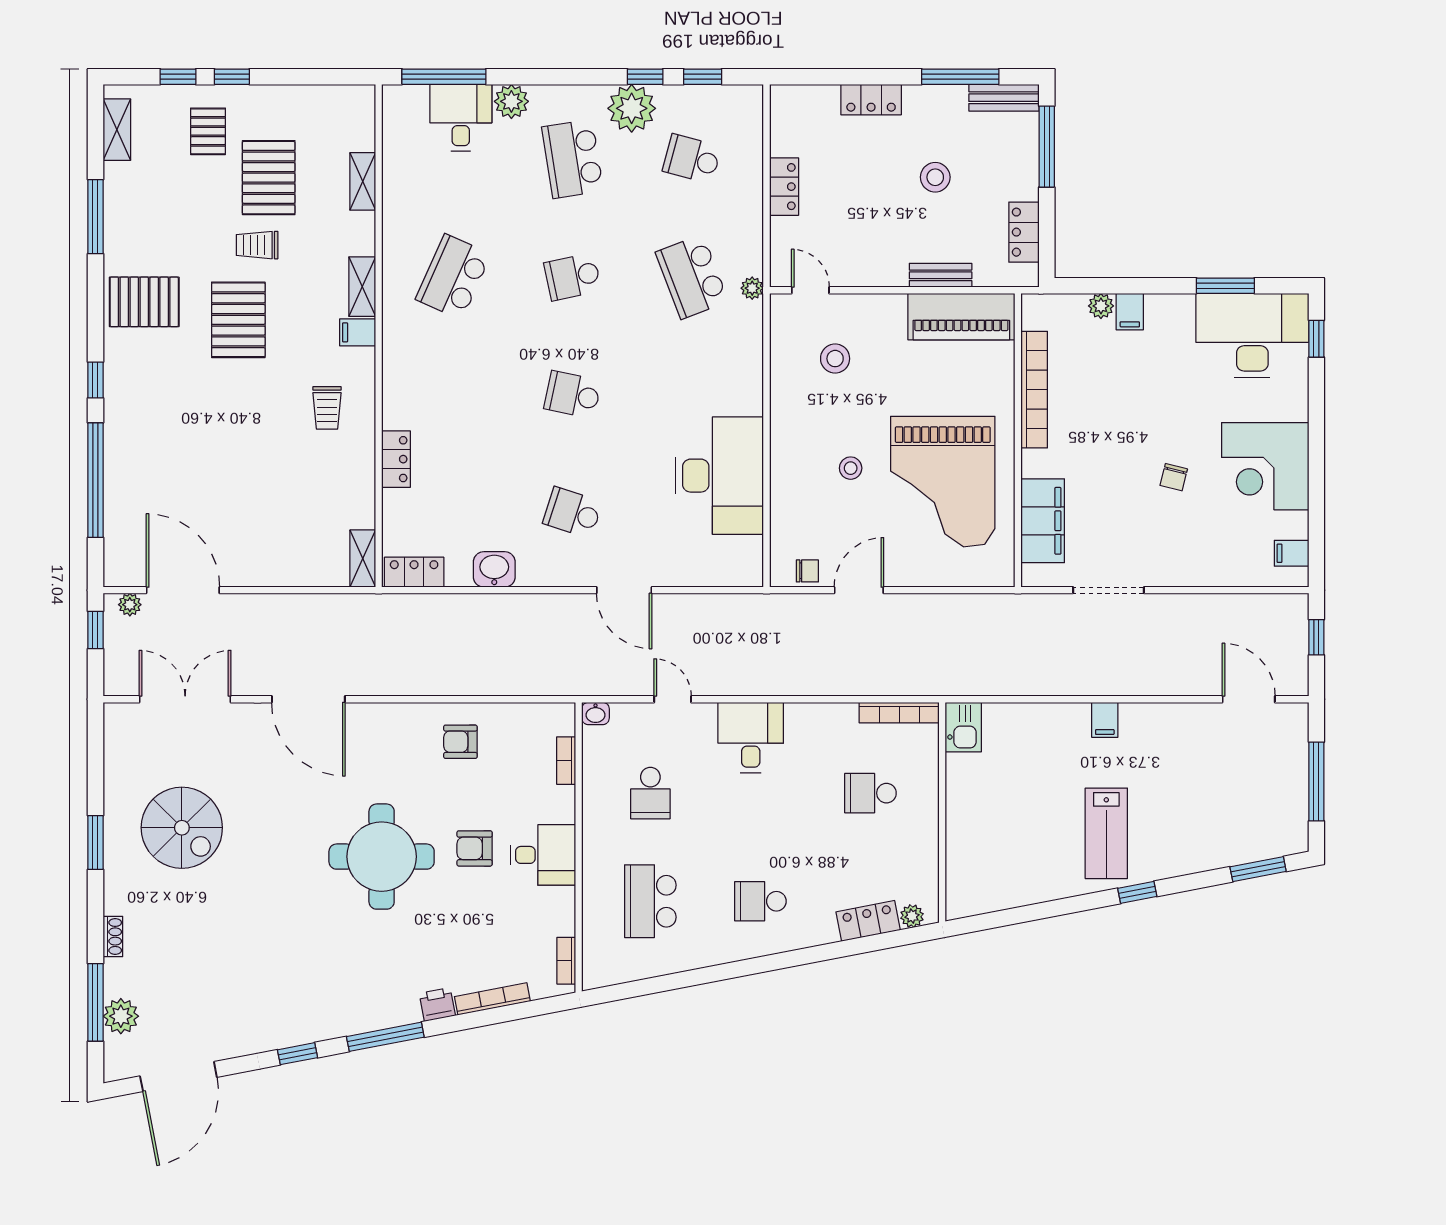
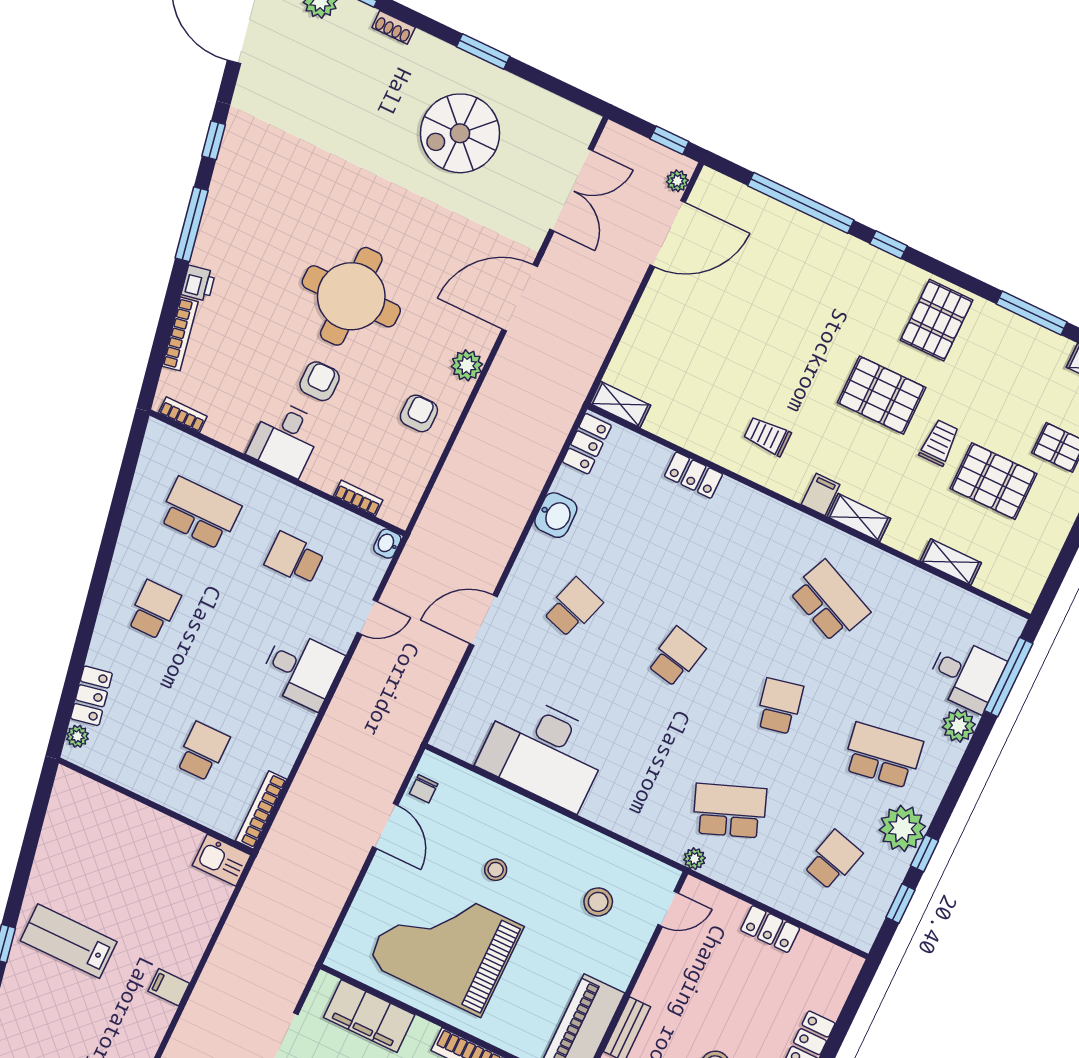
plant: (395, 719) -> (467, 365), added

